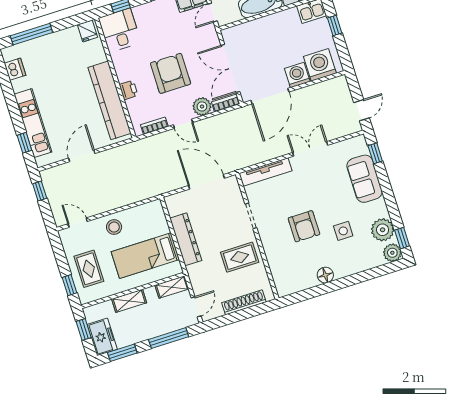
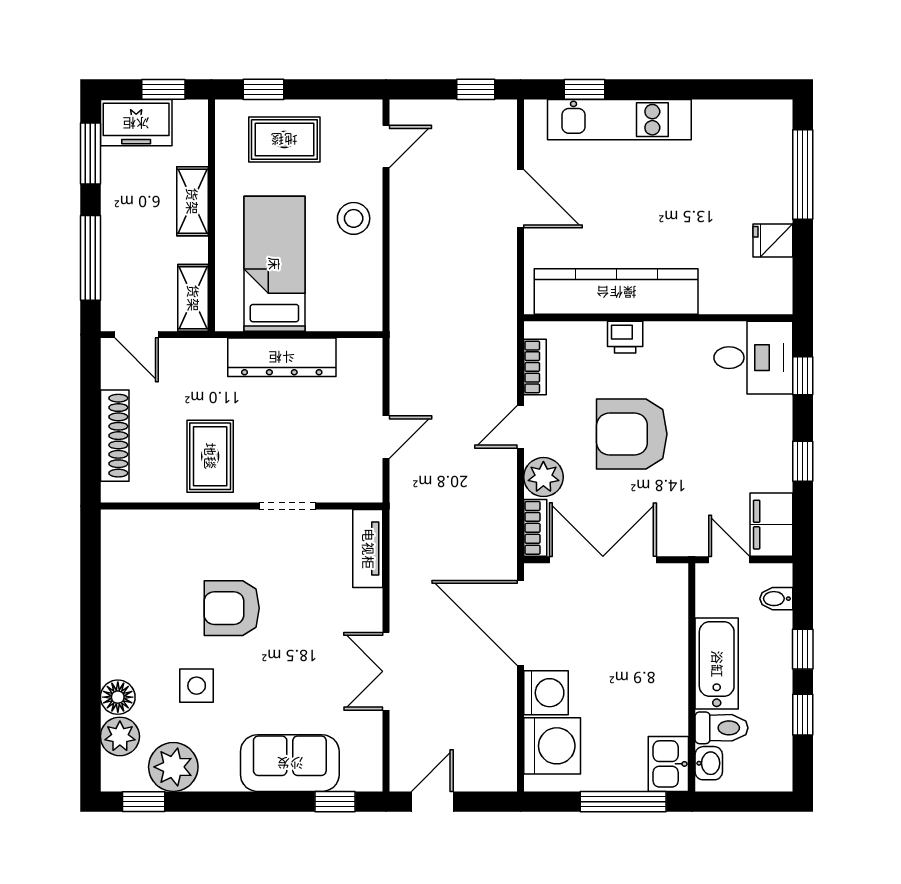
window: (335, 26) -> (623, 802), width x2.17
fridge: (87, 31) -> (773, 240), moved
dishwasher: (15, 69) -> (742, 118), removed
armchair: (171, 73) -> (632, 434), turned 180
door: (361, 110) -> (432, 802), swing flipped
double door: (310, 149) -> (386, 671), swing flipped
tv unit: (265, 172) -> (368, 549), width x0.71
door: (206, 182) -> (386, 437), width x0.53
plant: (392, 253) -> (120, 736), moved
floor lamp: (325, 275) -> (118, 697), moved

